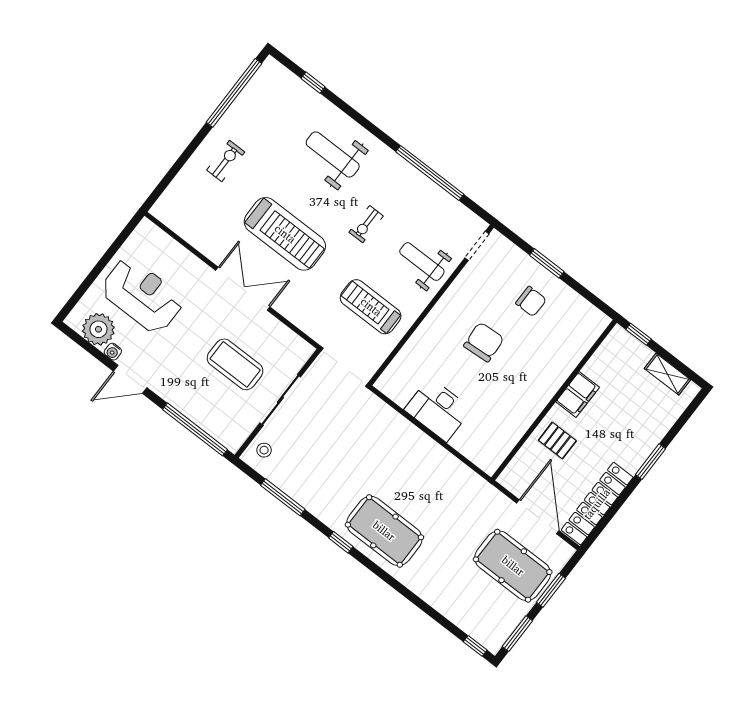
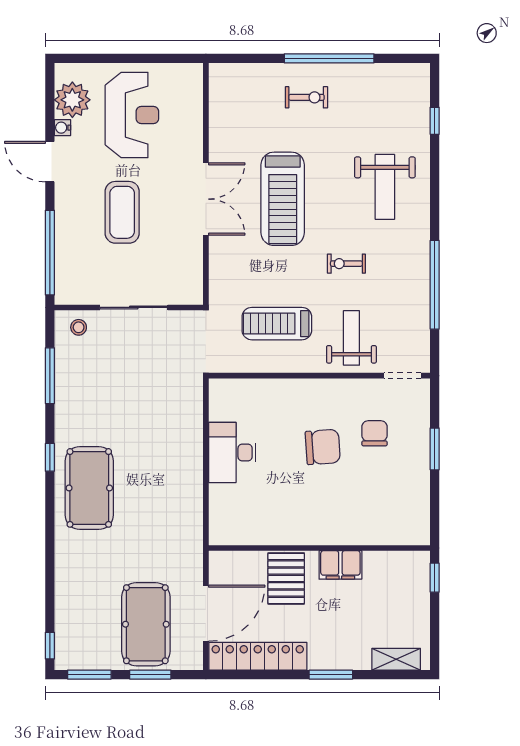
window: (234, 93) -> (329, 58), moved
weight bench: (333, 154) -> (385, 187), turned 180
chair: (531, 301) -> (374, 433), moved, turned 180
treadmill: (371, 307) -> (277, 324), turned -90
coffee table: (235, 364) -> (122, 212), moved
shelving: (667, 374) -> (396, 659), moved, turned 90
pallet: (557, 441) -> (286, 578), width x1.50, depth x1.42

